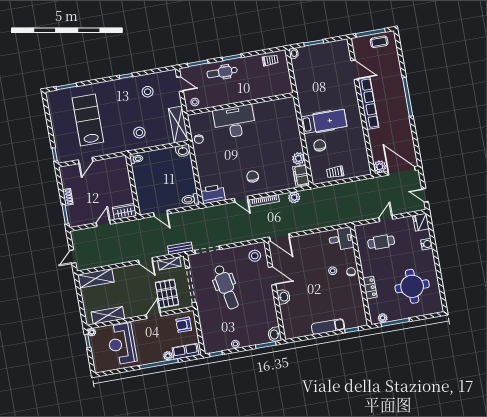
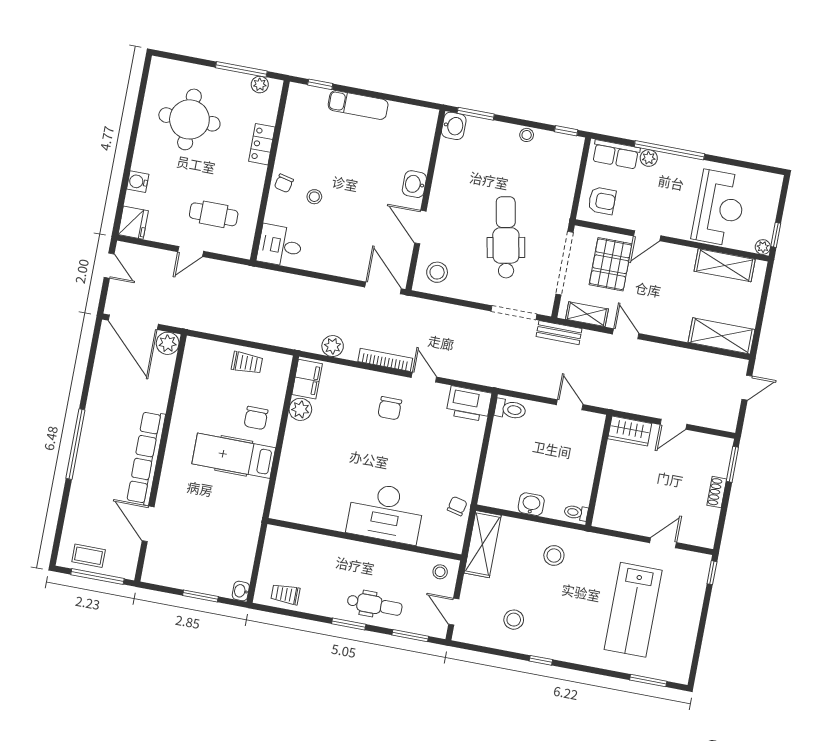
washbasin: (183, 151) -> (531, 504), moved

